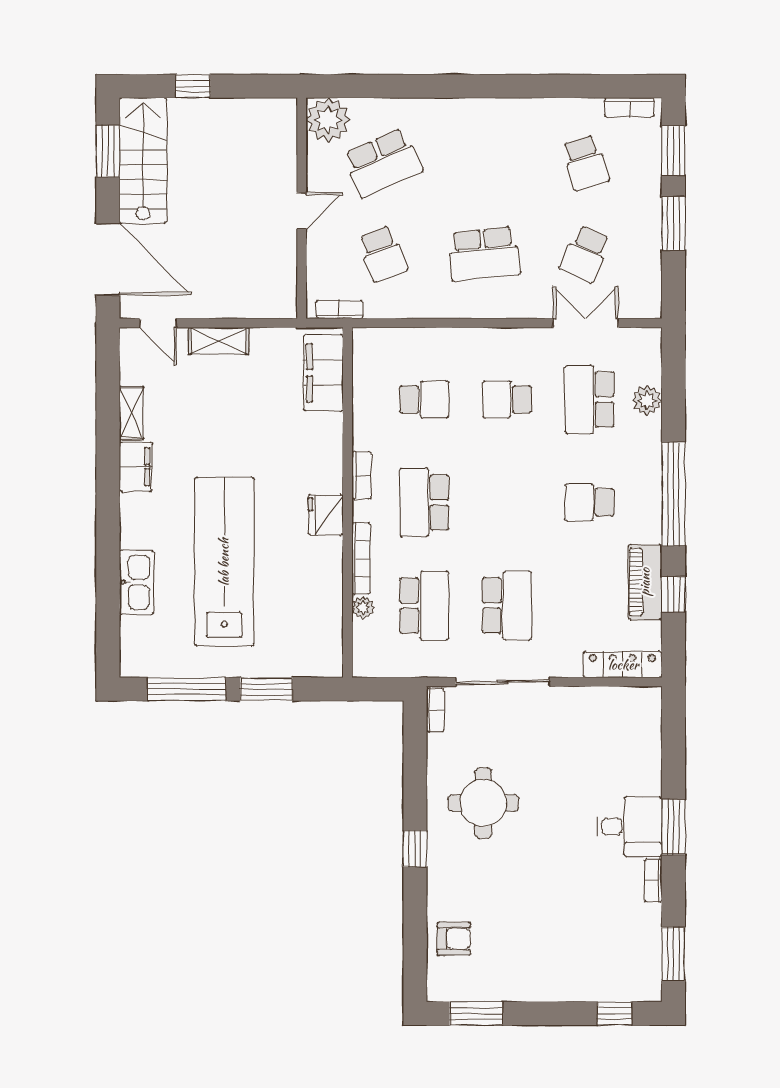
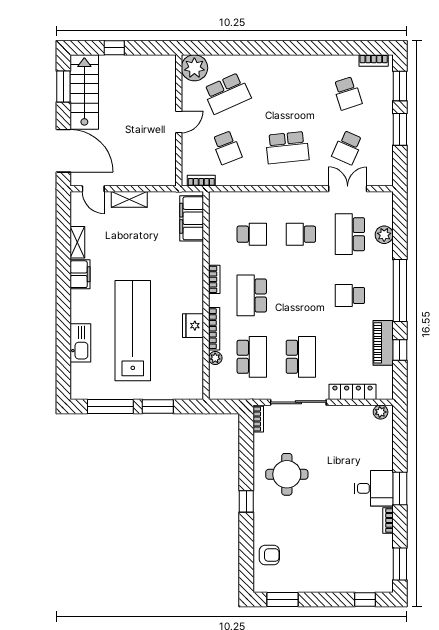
fridge: (326, 515) -> (193, 326), moved
locker: (623, 665) -> (352, 392), moved
plant: (641, 698) -> (381, 412), added

